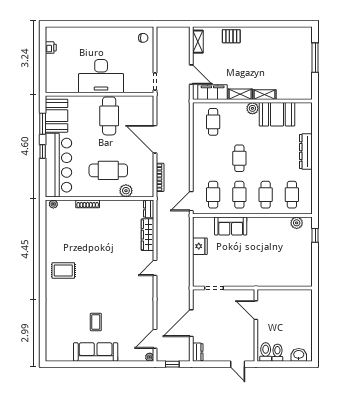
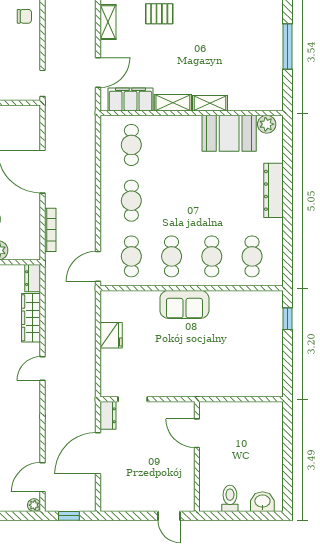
door: (191, 75) -> (98, 72), hinge flipped
plant: (252, 108) -> (267, 124), moved
cafe table: (239, 158) -> (131, 201), moved
plant: (297, 223) -> (259, 300), removed
sofa: (231, 226) -> (184, 304), moved
dresser: (198, 352) -> (108, 415), moved
toilet: (266, 352) -> (212, 497), removed

